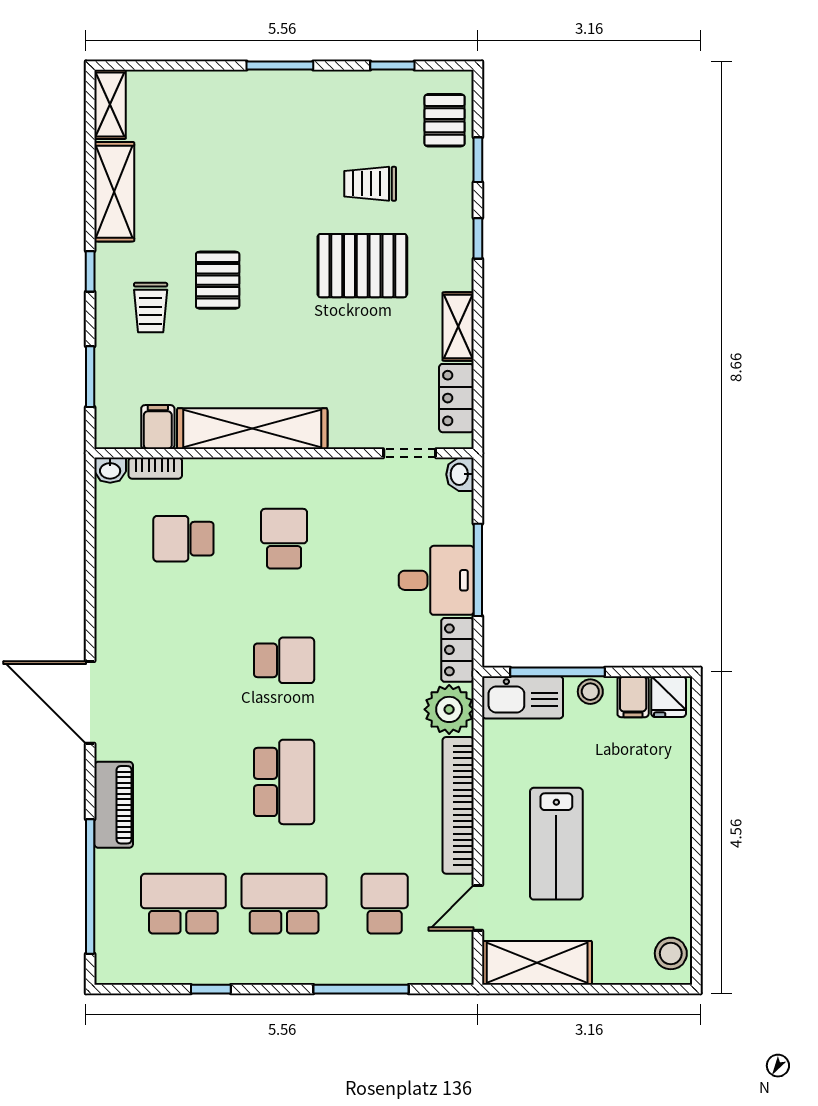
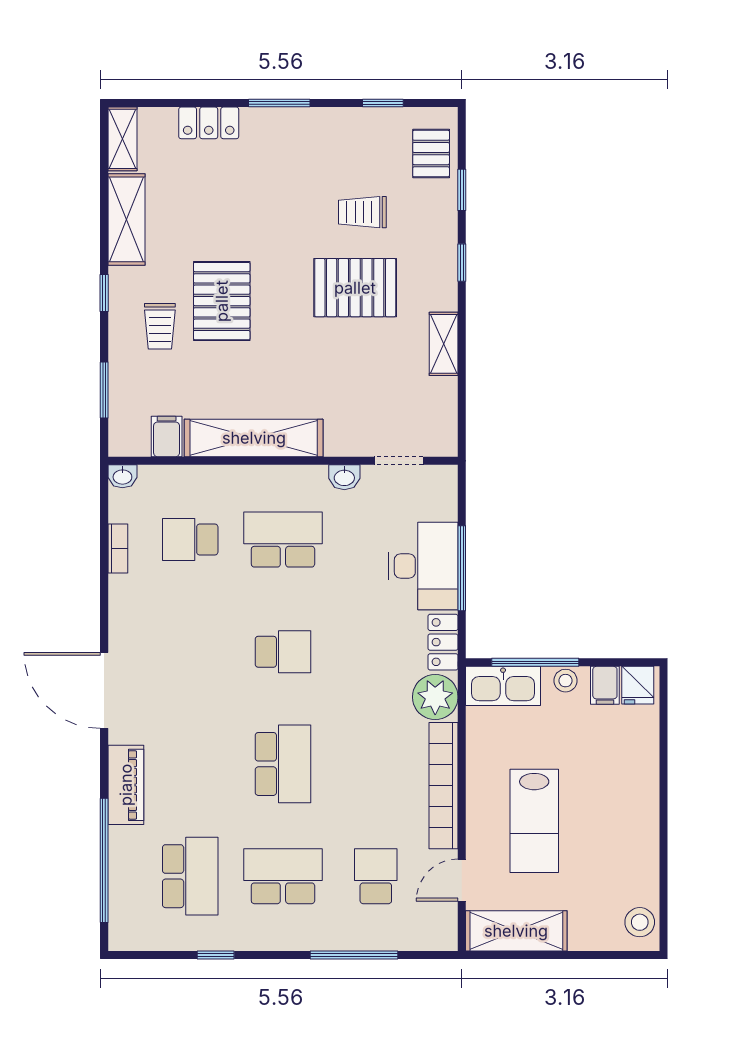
pallet: (218, 280) -> (222, 301), width x1.50, depth x1.42
locker: (456, 398) -> (209, 123), moved, turned -90
bookcase: (155, 468) -> (118, 548), moved, turned -90
washbasin: (460, 474) -> (344, 477), moved, turned -90
school desk: (284, 539) -> (283, 540), width x1.85
desk: (436, 580) -> (423, 566), width x1.37
school desk: (183, 904) -> (190, 876), turned 90

